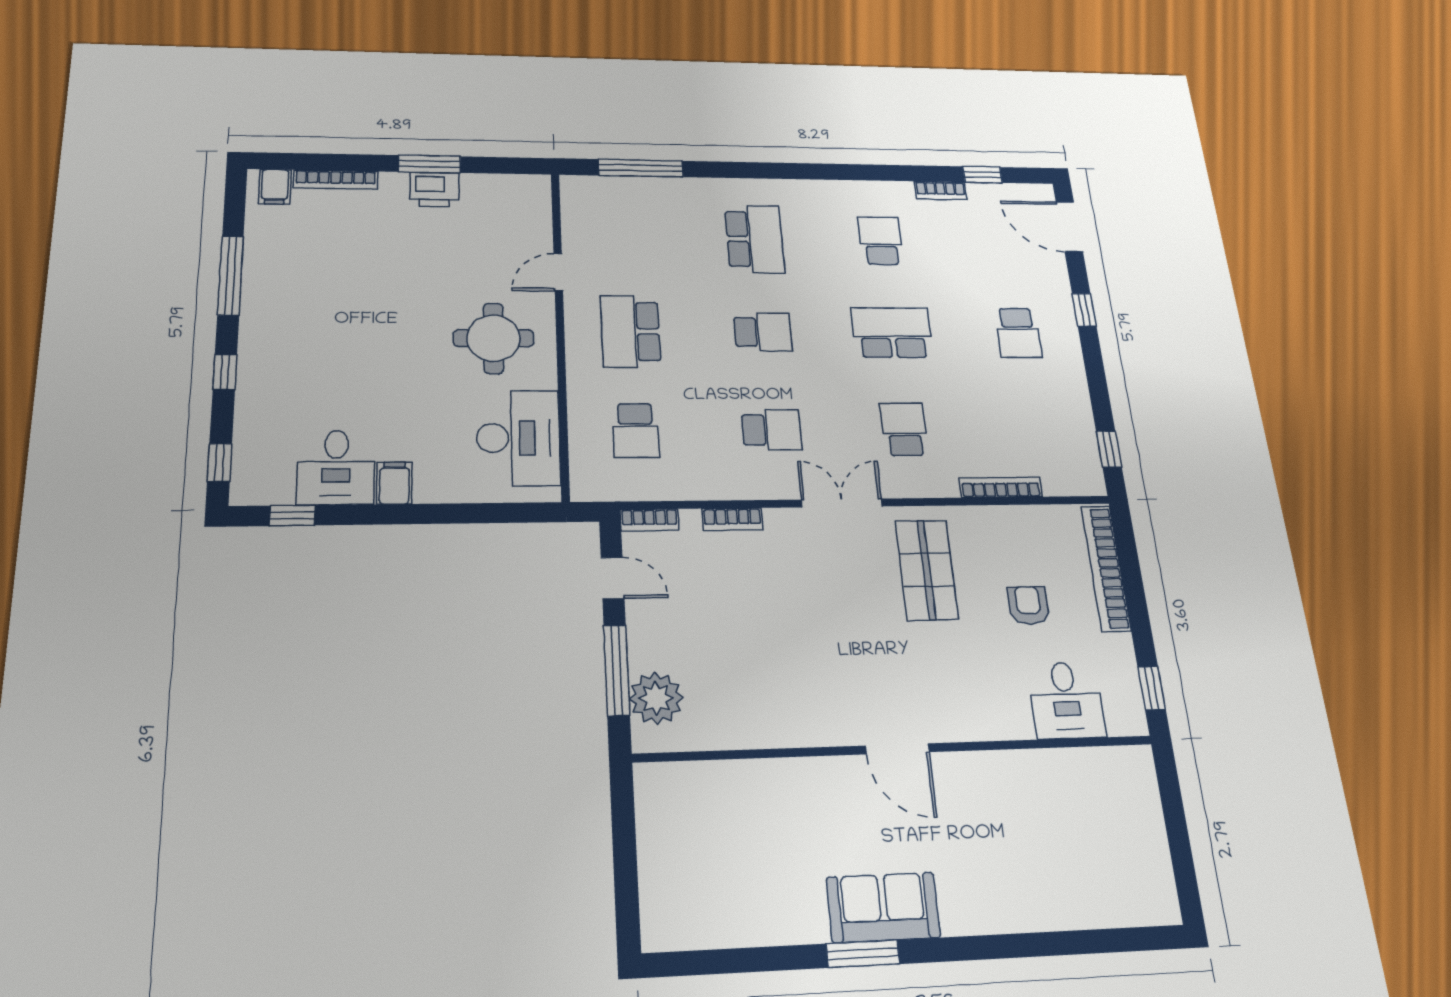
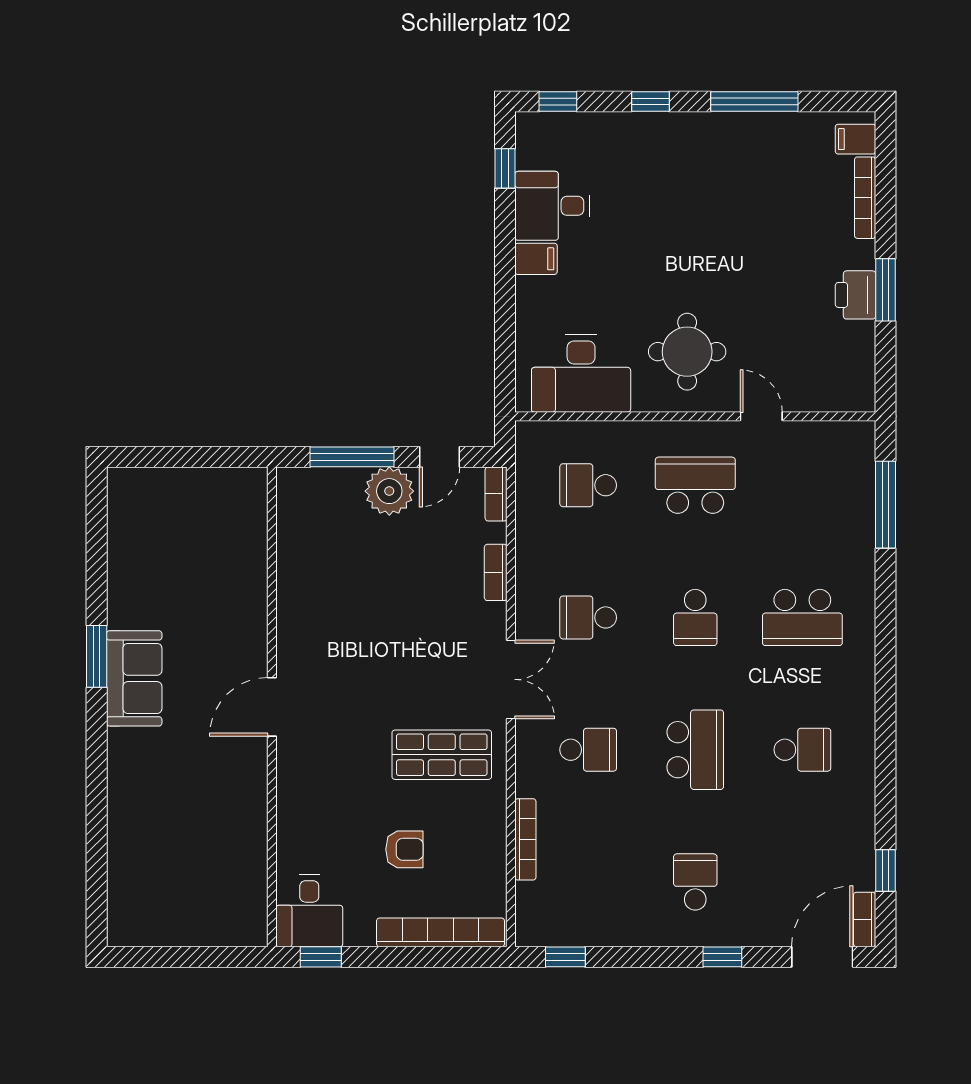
bookcase: (941, 191) -> (865, 919), moved
school desk: (1018, 333) -> (695, 882), turned 90
school desk: (771, 430) -> (588, 617), turned 90
plant: (656, 698) -> (389, 491), moved
desk: (1066, 700) -> (309, 911), moved, turned -90

